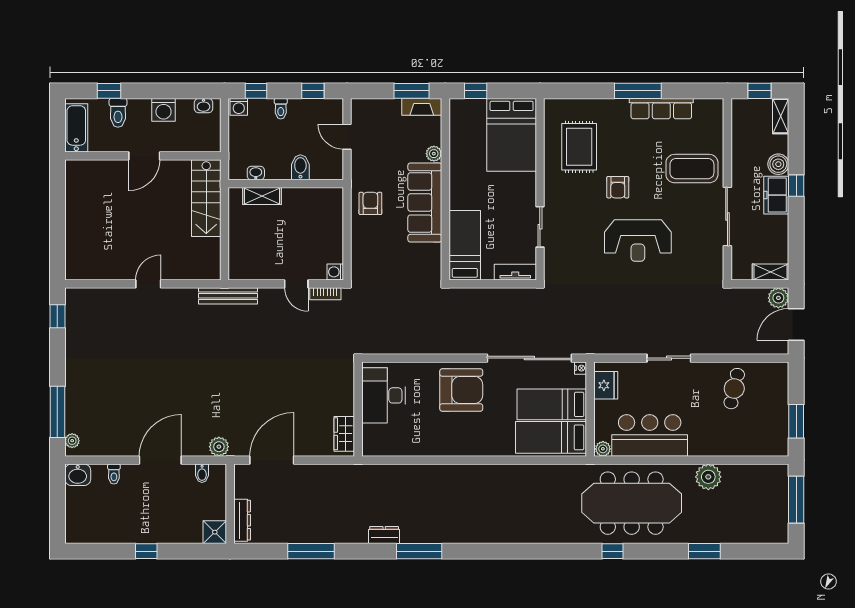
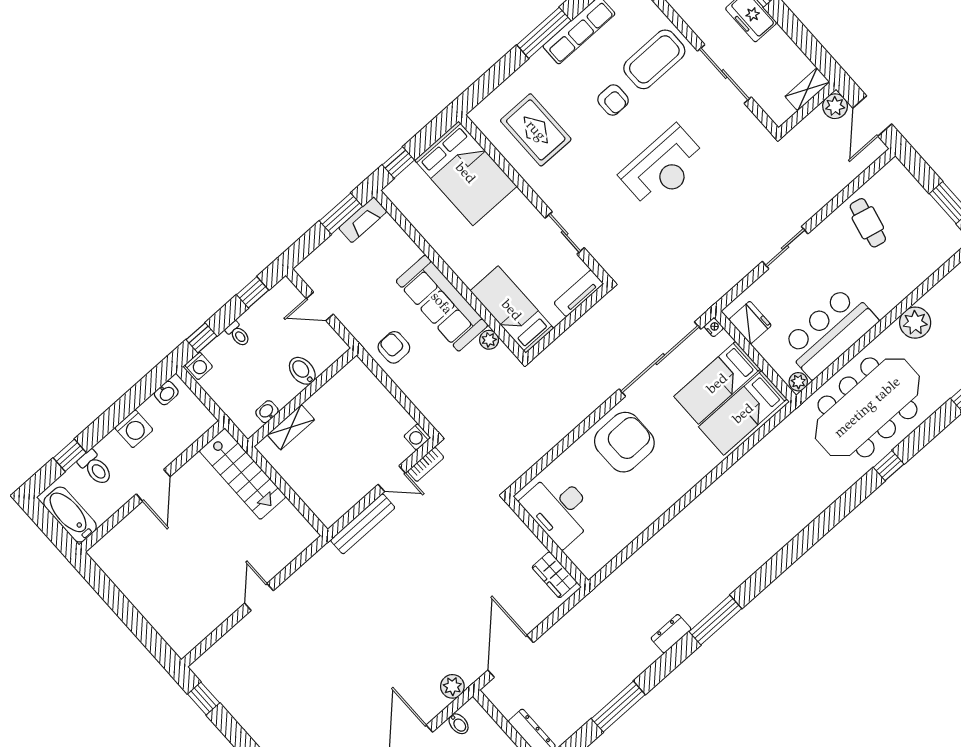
plant: (434, 154) -> (489, 340), moved
armchair: (618, 187) -> (613, 100), moved
bench: (228, 296) -> (363, 524), moved

